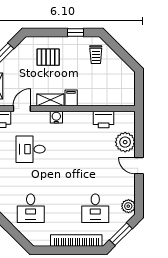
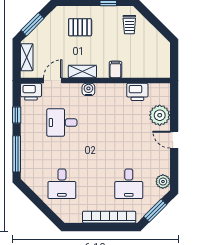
filing cabinet: (71, 98) -> (115, 70), moved

